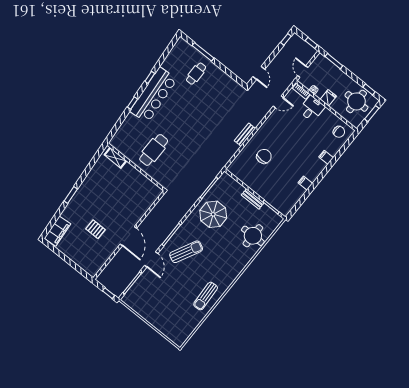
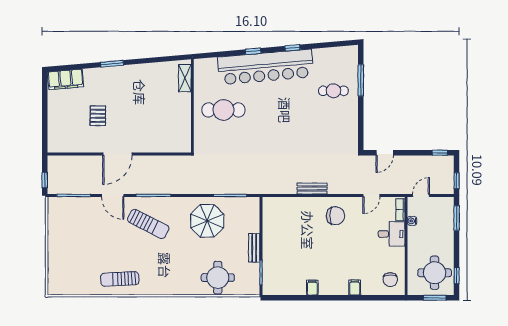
bar counter: (154, 95) -> (266, 67), width x1.36
fridge: (328, 98) -> (416, 242), removed
door: (278, 102) -> (371, 195), hinge flipped
chair: (264, 156) -> (336, 216), moved
door: (151, 259) -> (113, 195), hinge flipped

